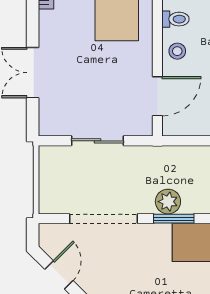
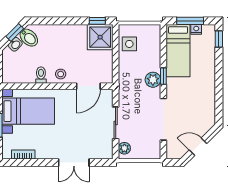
door: (157, 96) -> (88, 86), swing flipped
plant: (56, 155) -> (124, 148), added
window: (174, 219) -> (163, 76), width x0.67

